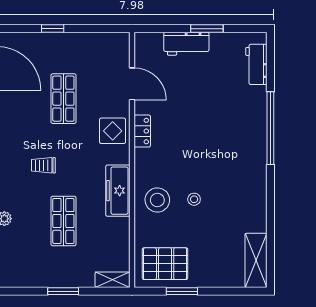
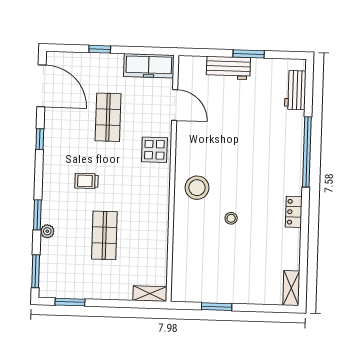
locker: (142, 131) -> (294, 212), moved, turned 180
freezer: (118, 191) -> (149, 66), moved, turned -90
stool: (157, 200) -> (197, 188), moved
shelving: (256, 260) -> (291, 288), width x0.67, depth x0.75
pallet: (165, 264) -> (201, 280), removed
window: (63, 291) -> (70, 302), moved

